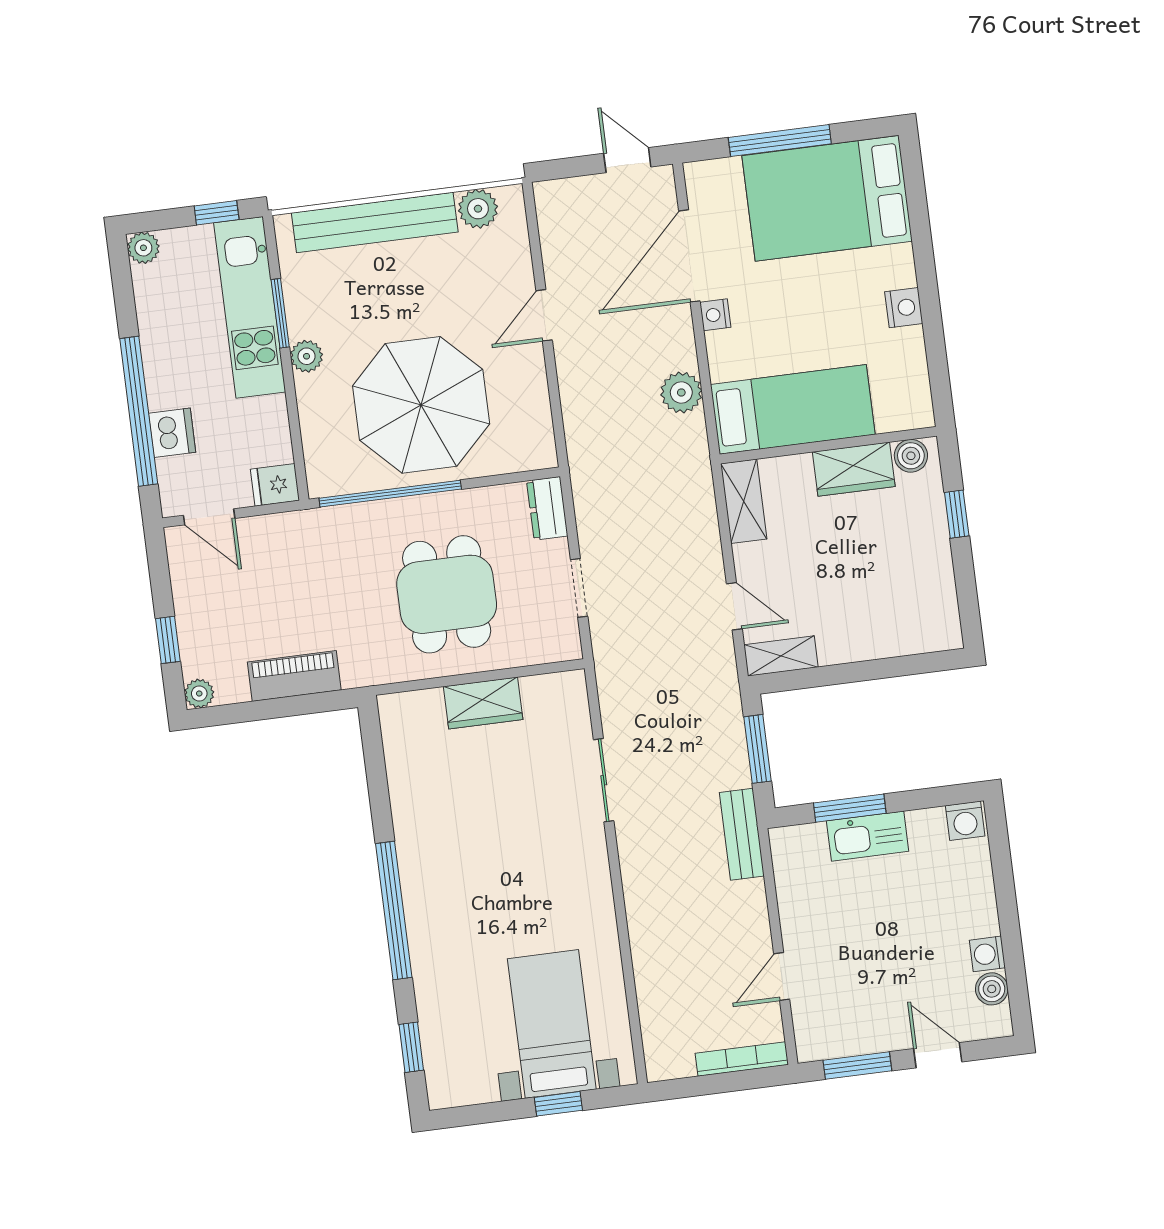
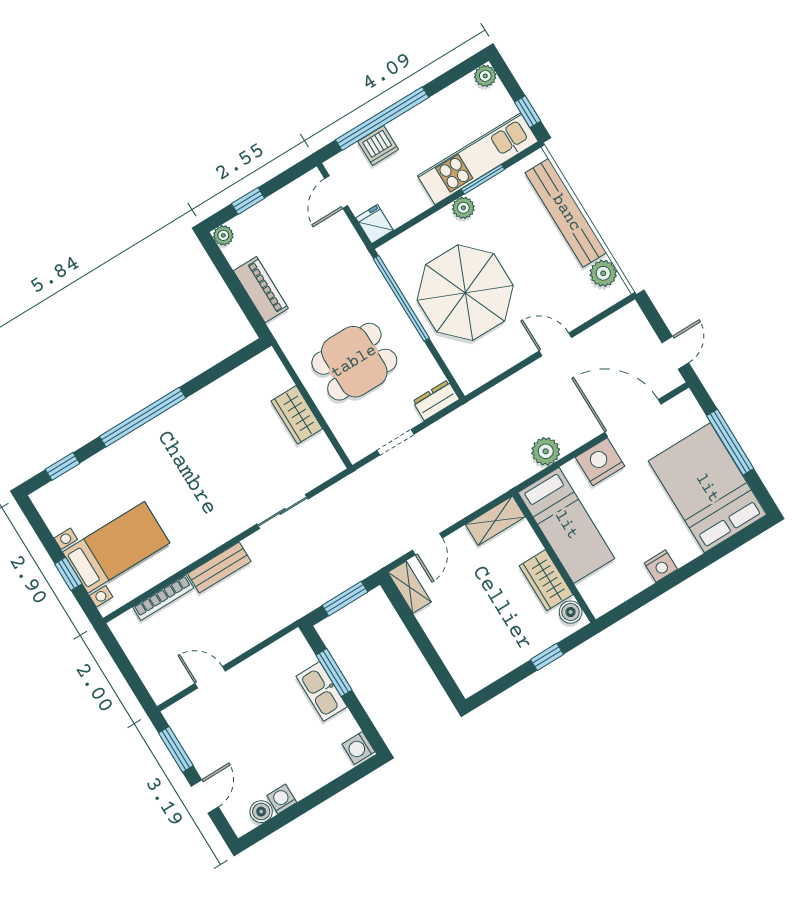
nightstand: (715, 315) -> (600, 462), width x1.89, depth x1.79
bench: (742, 834) -> (219, 567), moved
bookcase: (742, 1059) -> (163, 598), moved, turned 90

